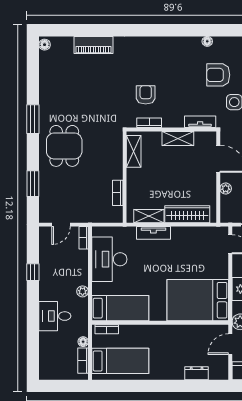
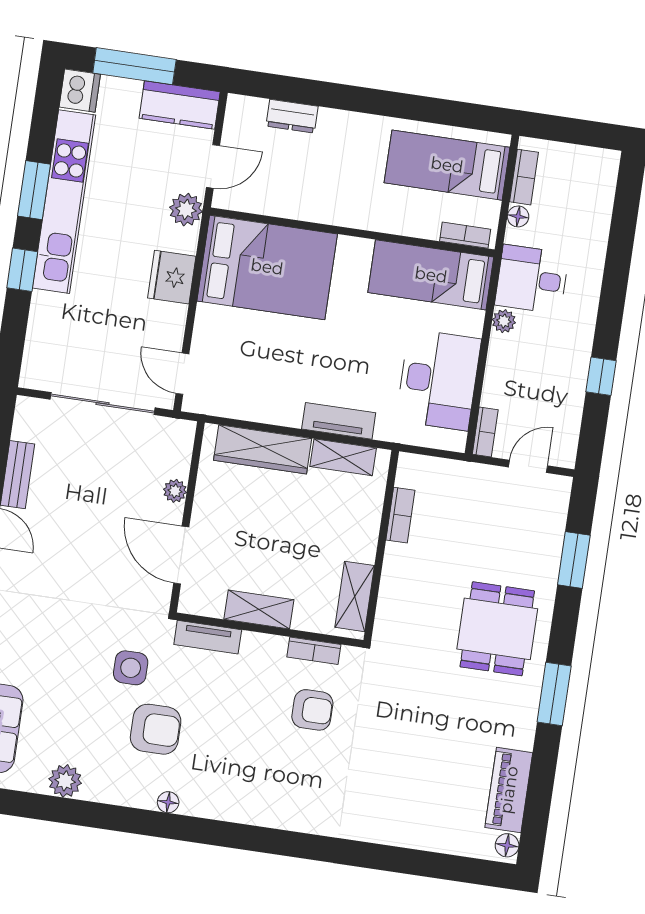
piano: (93, 45) -> (509, 790), moved, turned -90
armchair: (146, 95) -> (312, 710), turned -90
desk: (55, 316) -> (532, 279), moved, turned 180

